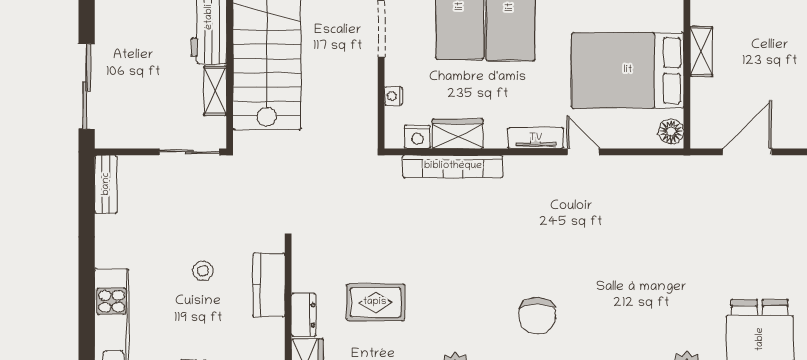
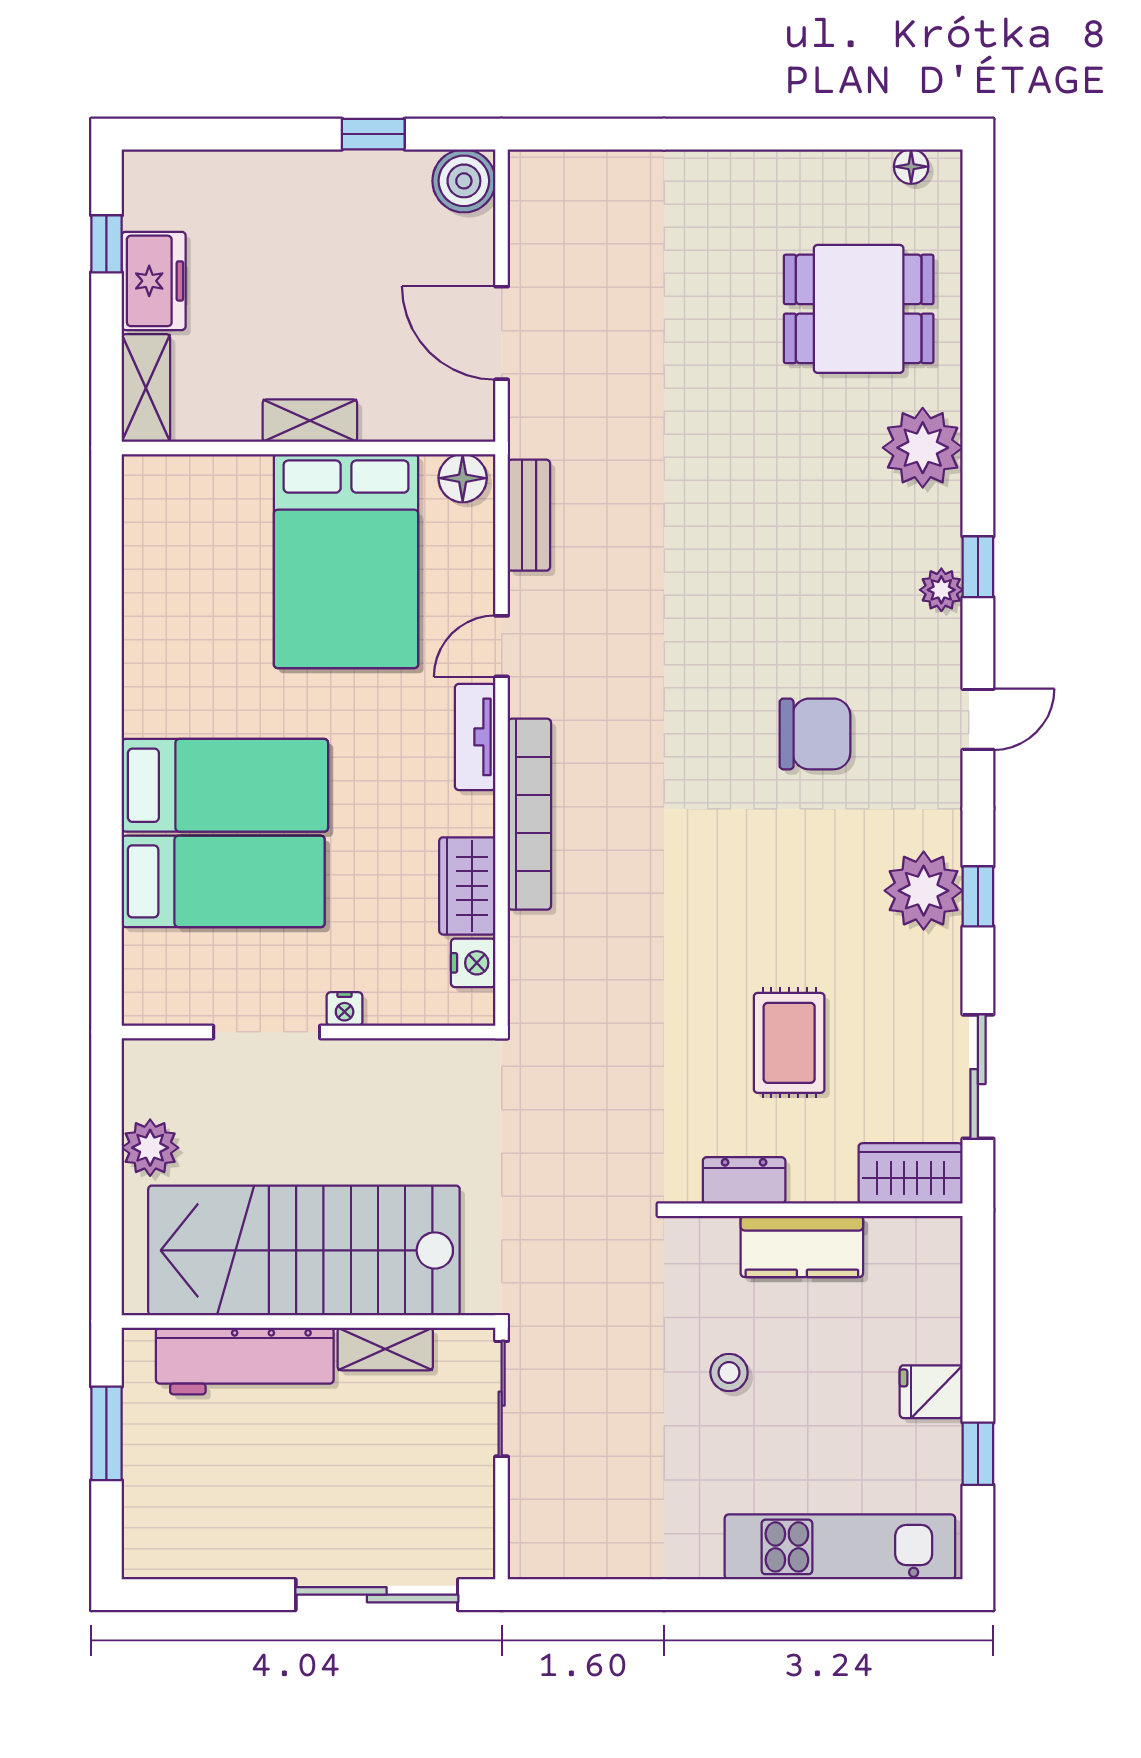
nightstand: (393, 96) -> (345, 1009), moved
bookcase: (453, 166) -> (529, 814), moved
bench: (106, 184) -> (529, 515), moved, turned 90
kitchen counter: (269, 285) -> (802, 1246), moved
dresser: (303, 315) -> (744, 1180), moved

